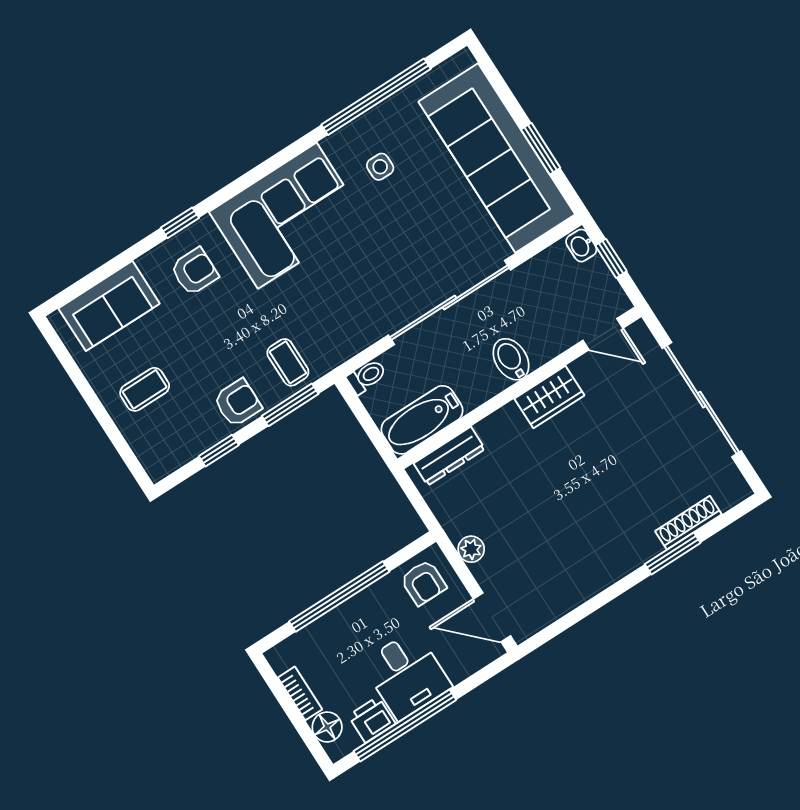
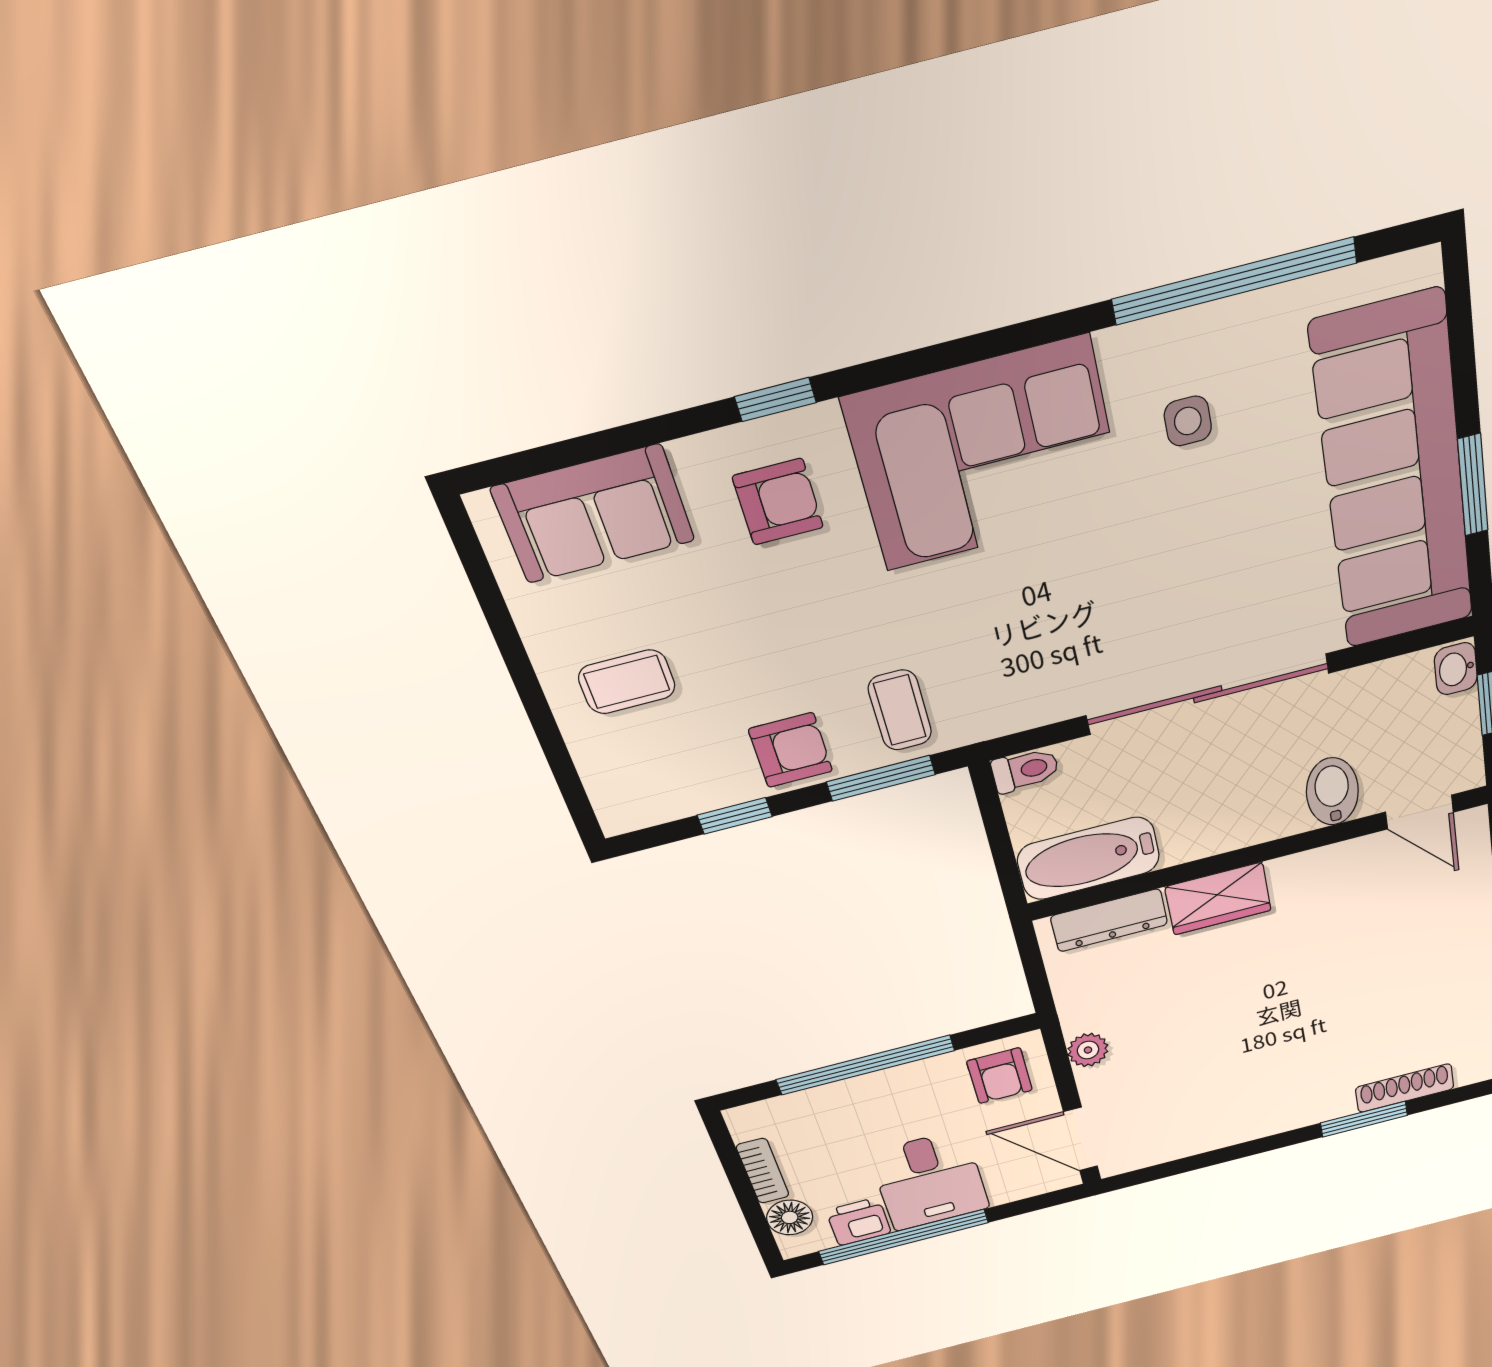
bidet: (511, 359) -> (1332, 791), moved
wardrobe: (549, 397) -> (1218, 899), moved

